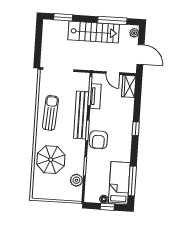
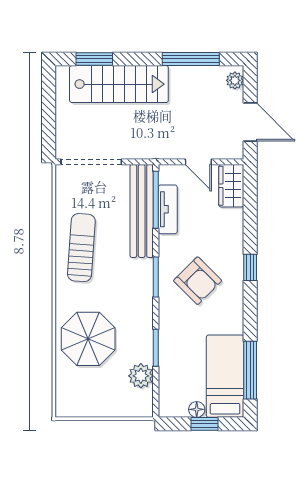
stairs: (94, 32) -> (119, 84), moved
bench: (81, 115) -> (142, 211), moved
armchair: (98, 140) -> (198, 281), moved, turned -45

